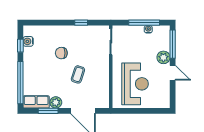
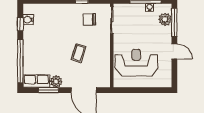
chair: (61, 53) -> (89, 19), moved
plant: (163, 57) -> (165, 19), moved
reception desk: (135, 84) -> (136, 63), turned -90

